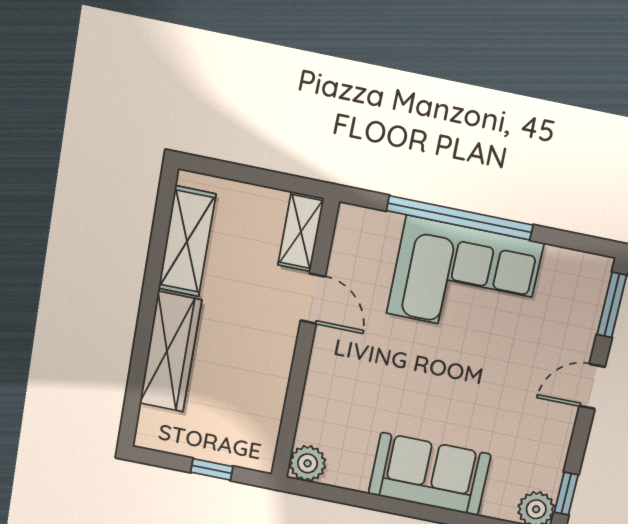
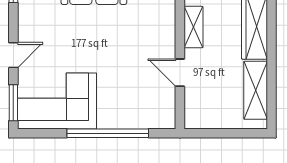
shelving: (301, 232) -> (193, 27), moved
corner sofa: (465, 278) -> (57, 101), moved

